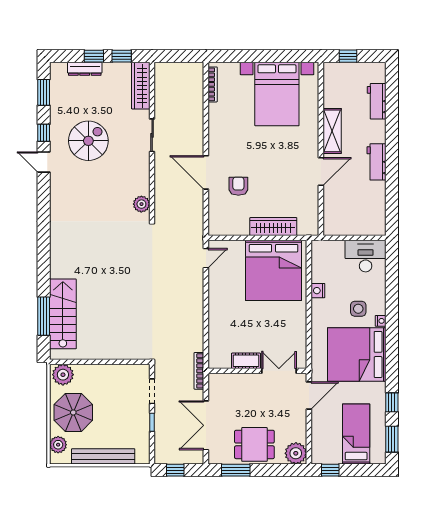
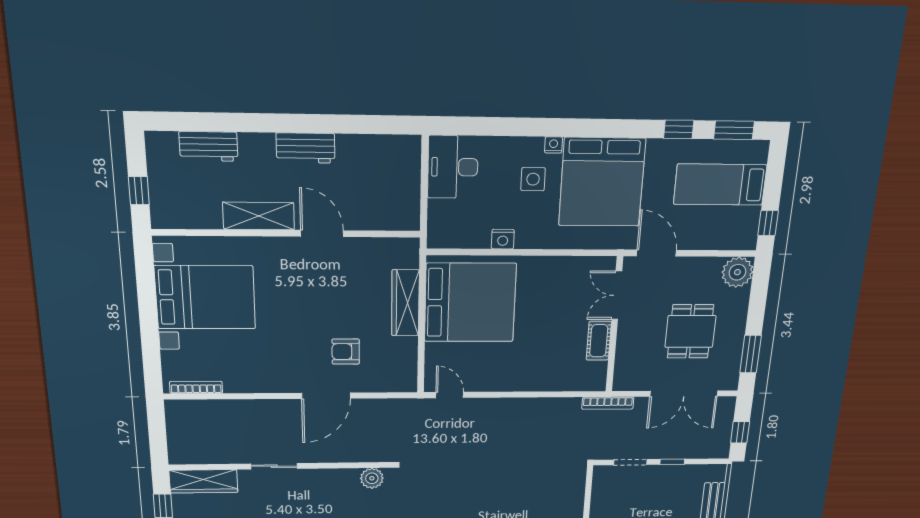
dining table: (254, 444) -> (690, 331), moved

